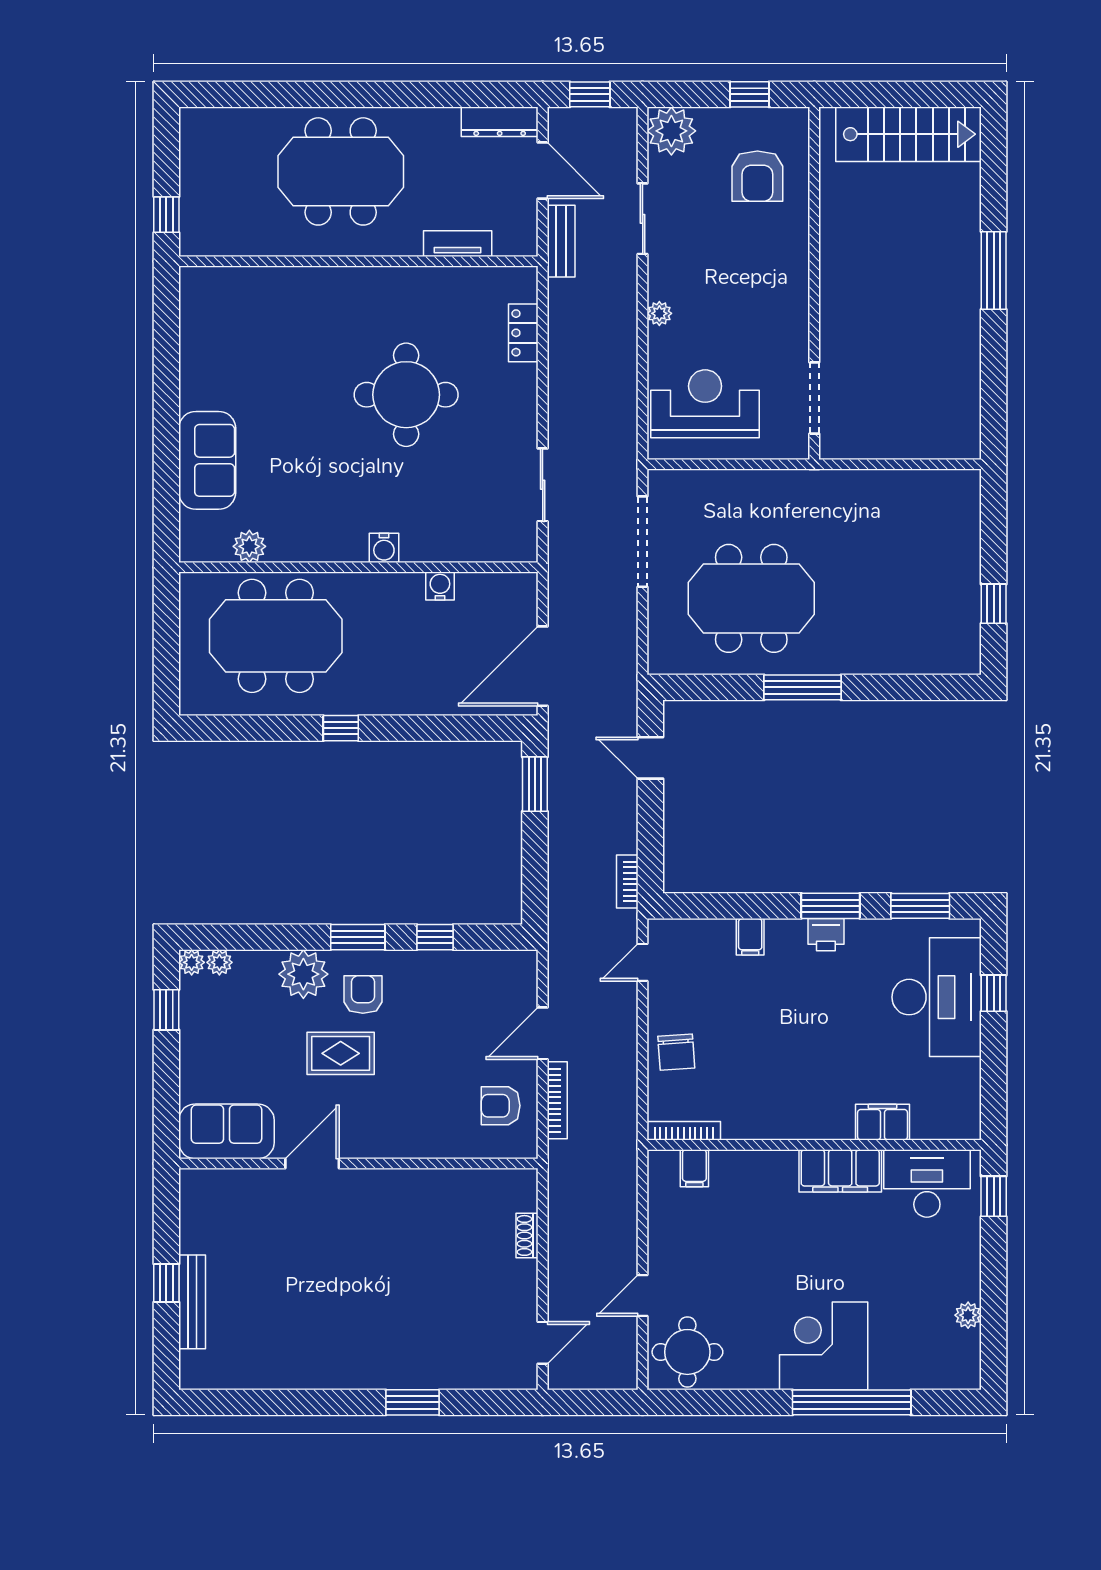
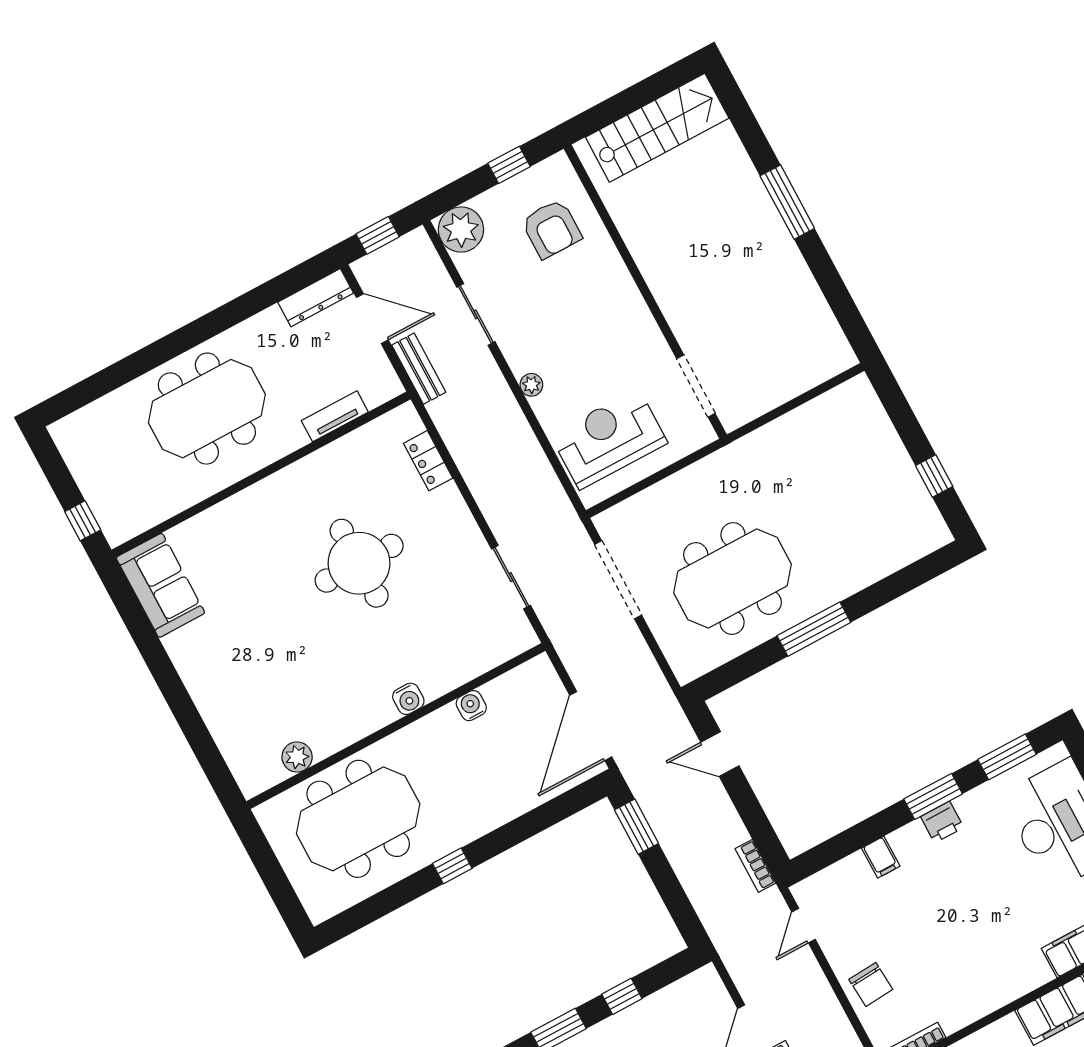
sofa: (207, 460) -> (160, 585), moved

